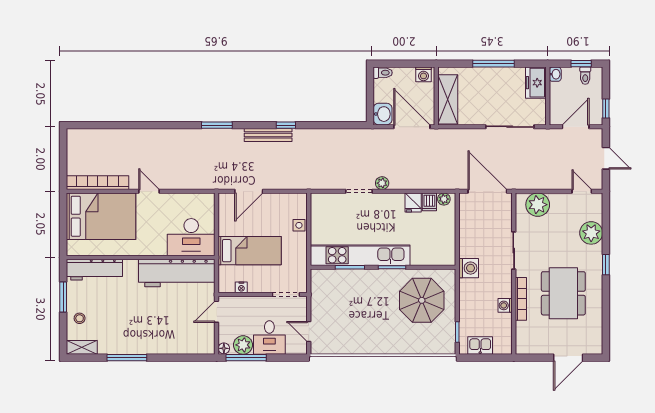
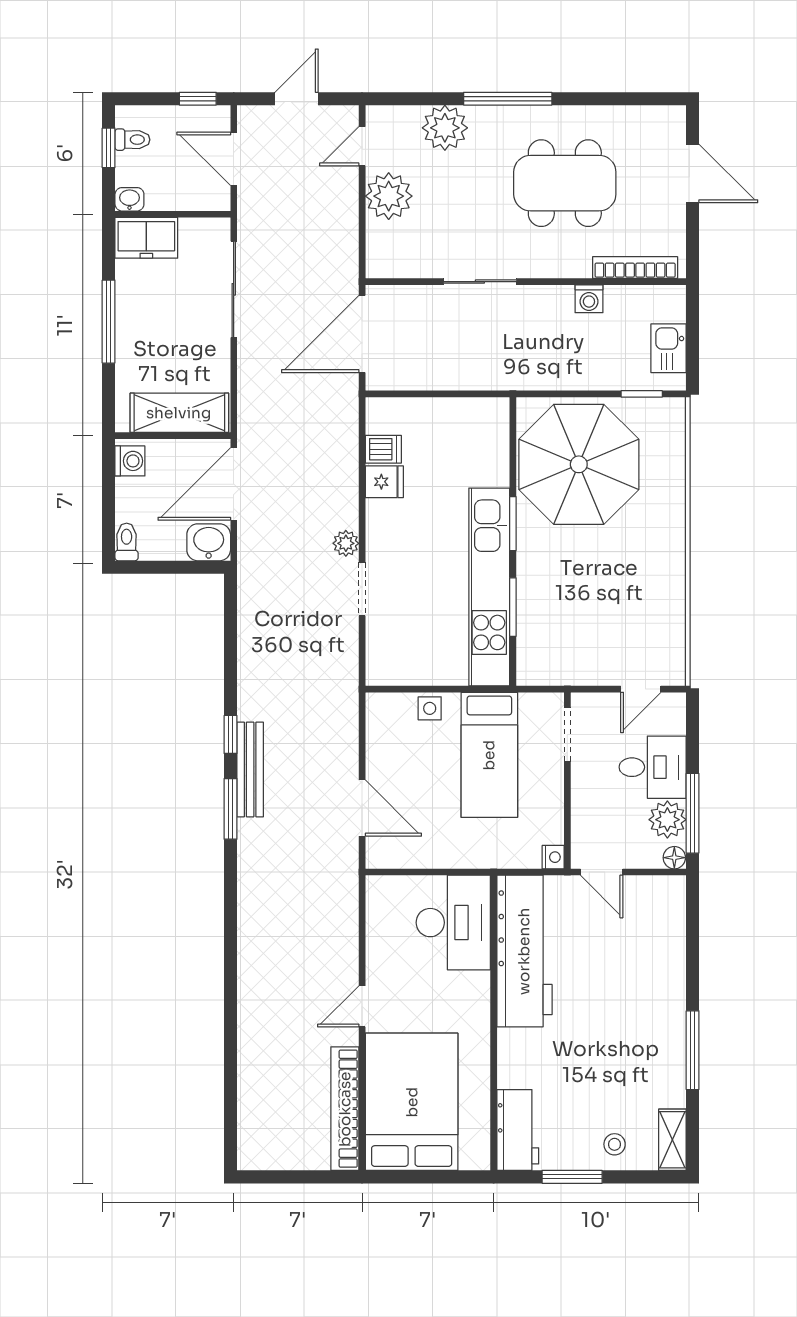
window: (217, 125) -> (231, 809), moved
plant: (444, 199) -> (378, 420), removed
plant: (538, 205) -> (389, 196), moved
bed: (250, 251) -> (489, 755), moved, turned 180
window: (606, 265) -> (508, 99), width x2.17
washing machine: (469, 268) -> (515, 371), removed
workbench: (94, 270) -> (518, 1130), width x0.73
nightstand: (241, 287) -> (553, 857), moved
bookcase: (521, 299) -> (635, 268), moved
parasol: (422, 300) -> (579, 464), width x1.36, depth x1.36

